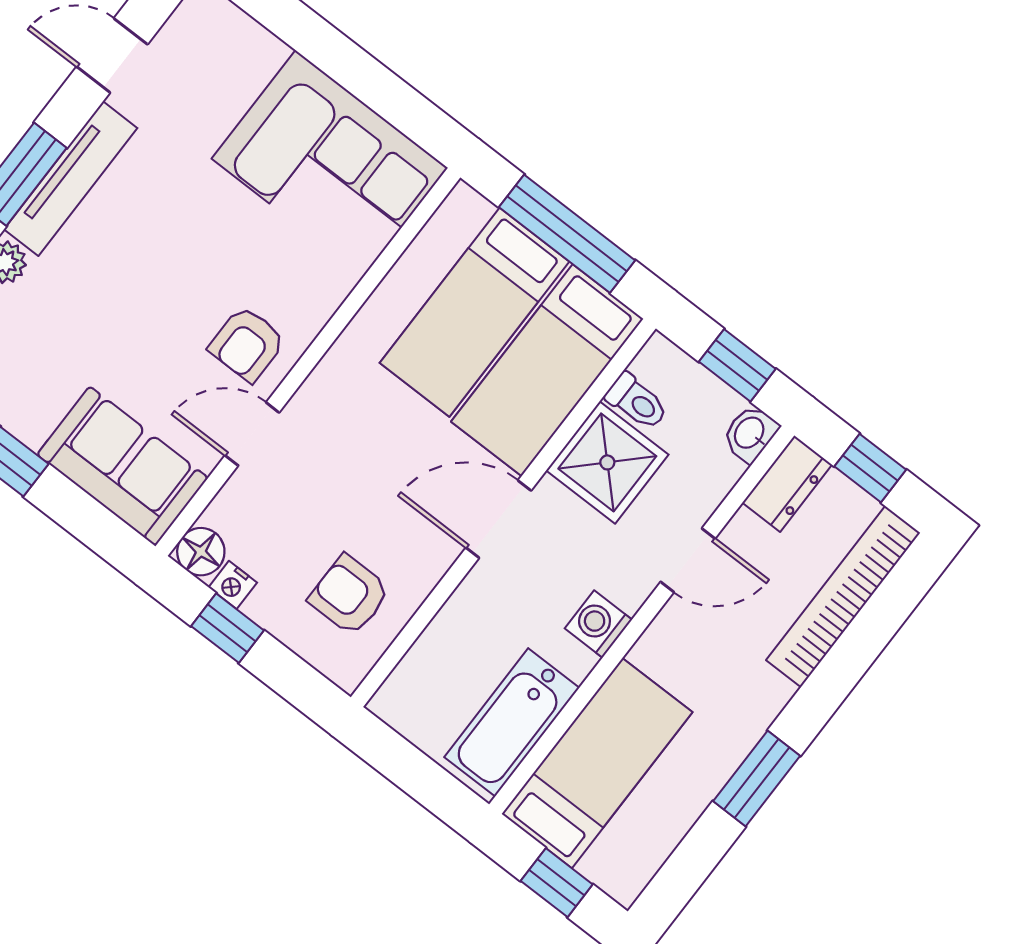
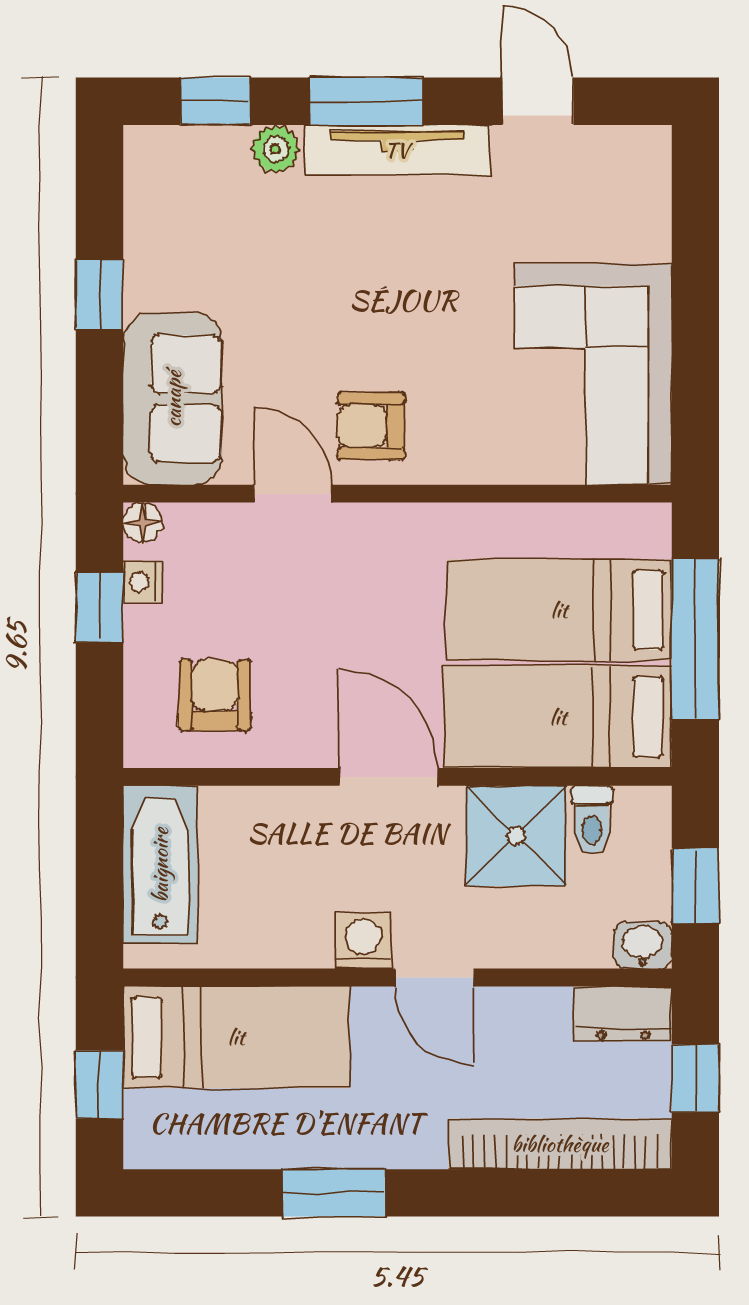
floor lamp: (201, 552) -> (143, 522), width x0.73, depth x0.73
door: (688, 560) -> (434, 977), moved
bathtub: (512, 722) -> (160, 865), moved, turned 90

